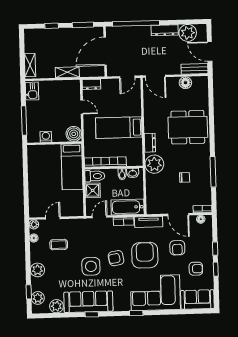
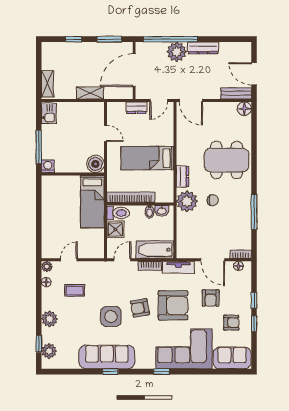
plant: (188, 33) -> (177, 52), moved
floor lamp: (185, 83) -> (244, 109), moved
dresser: (91, 84) -> (136, 108), moved
washing machine: (46, 137) -> (48, 166), moved
chair: (185, 177) -> (213, 200), moved
armchair: (145, 255) -> (173, 305), turned 90
plant: (56, 306) -> (70, 361), removed

